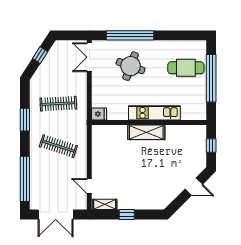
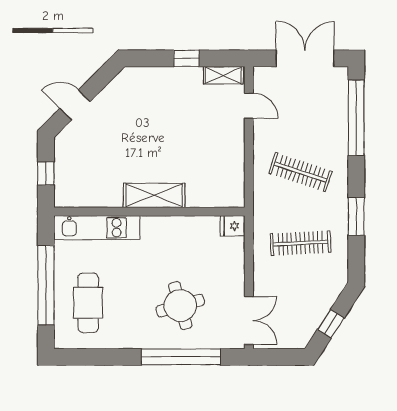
round table: (131, 66) -> (180, 306), turned -36
cafe table: (186, 68) -> (88, 303), turned 90
kitchen unit: (154, 113) -> (97, 228), moved

